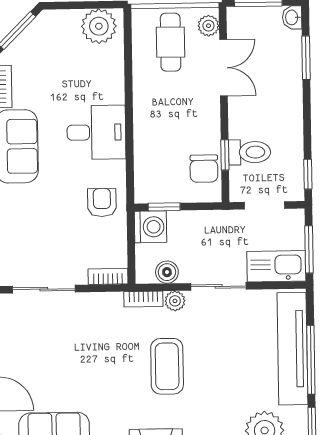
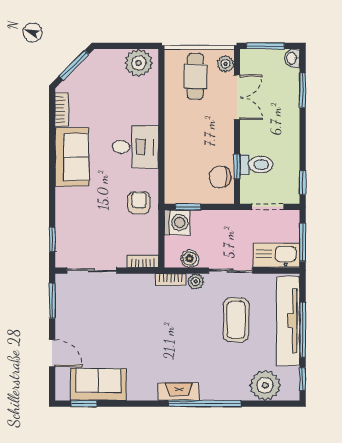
chair: (204, 169) -> (220, 177), turned 90
coffee table: (167, 366) -> (236, 320), moved

